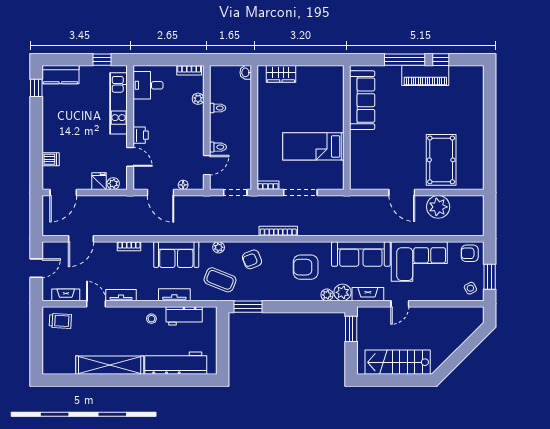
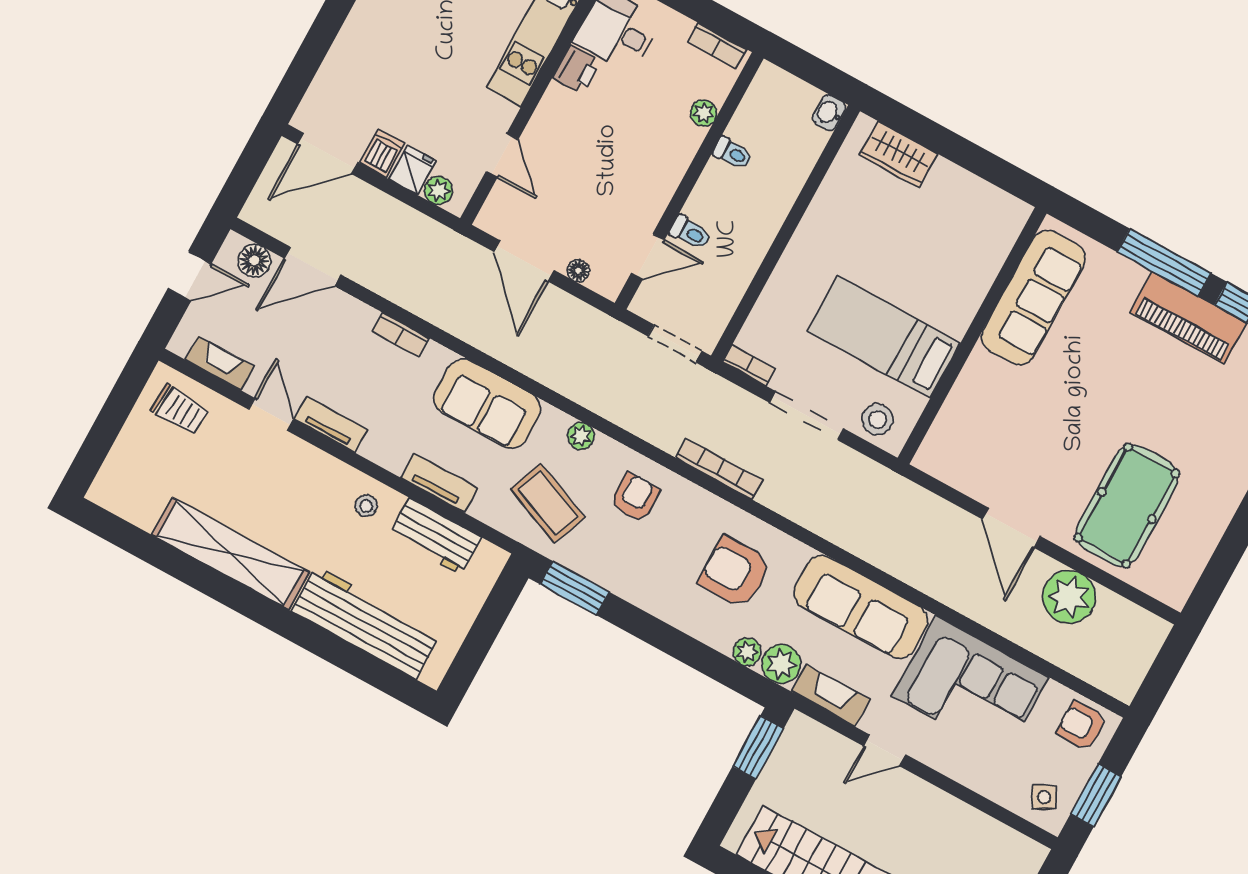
printer: (141, 135) -> (576, 69), moved
dishwasher: (51, 159) -> (382, 153), moved, turned -90
stool: (328, 179) -> (878, 419), added
floor lamp: (58, 249) -> (254, 261), added
armchair: (252, 259) -> (635, 497), turned 112

